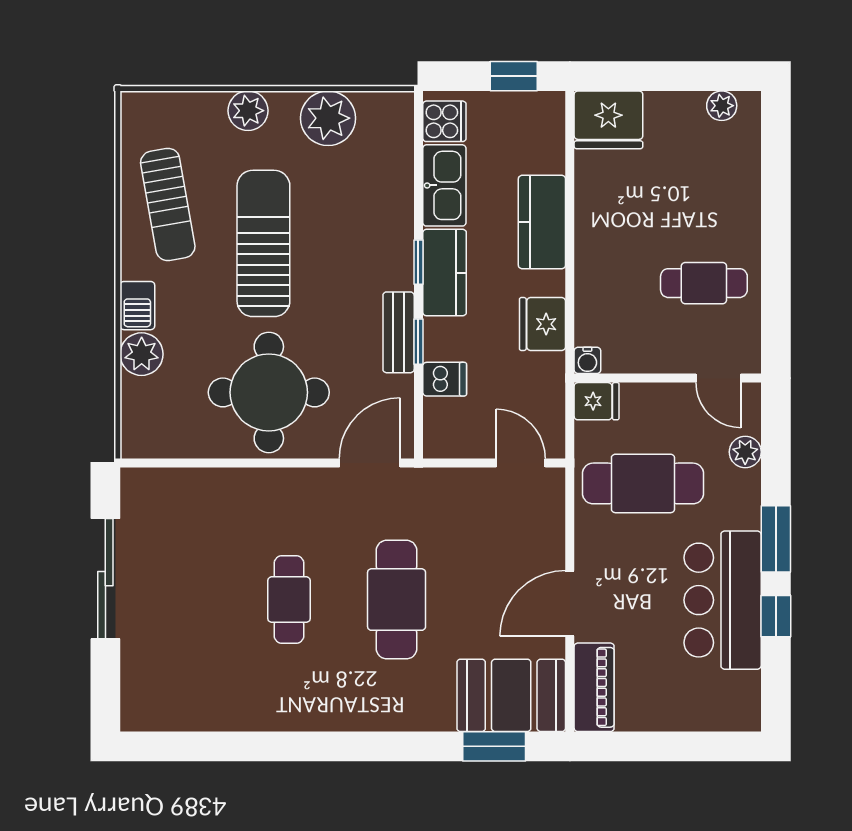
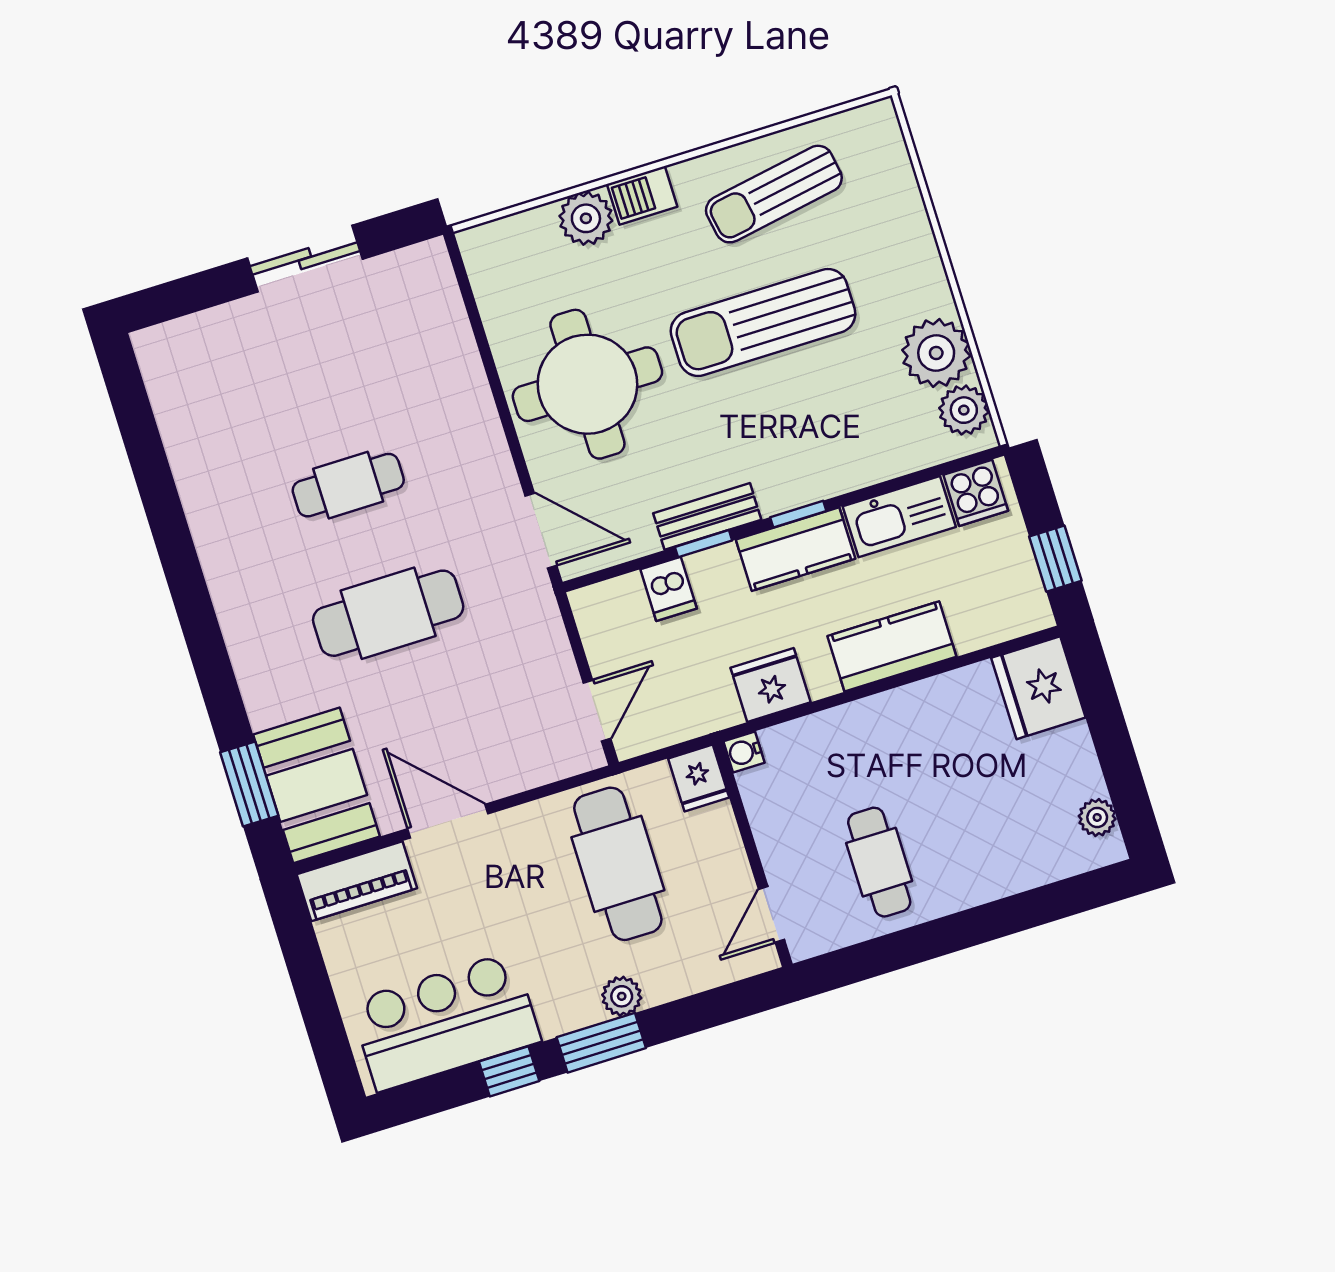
plant: (248, 111) -> (964, 410), moved
sun lounger: (263, 243) -> (763, 322), turned 180
plant: (745, 452) -> (622, 996), moved
sliding door: (105, 579) -> (305, 259), width x0.73
bar counter: (723, 600) -> (445, 1022), moved

